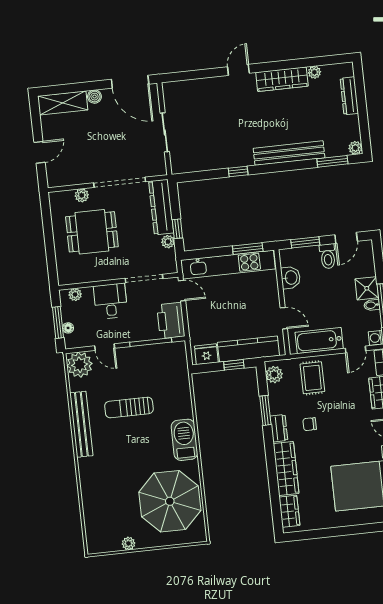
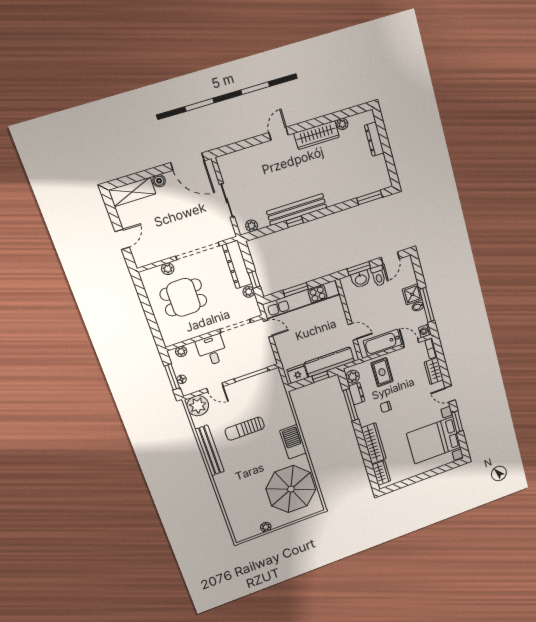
plant: (355, 148) -> (252, 226), moved
bench: (289, 153) -> (297, 209), moved
window: (248, 249) -> (296, 290), moved
washbasin: (291, 278) -> (361, 279), moved, turned 90
printer: (171, 321) -> (264, 354), removed
door: (355, 349) -> (411, 343), swing flipped
window: (265, 410) -> (351, 405), width x1.44
dresser: (279, 428) -> (357, 394), moved

